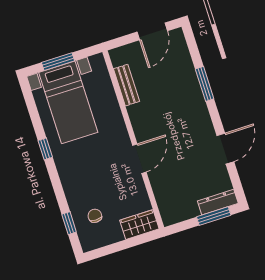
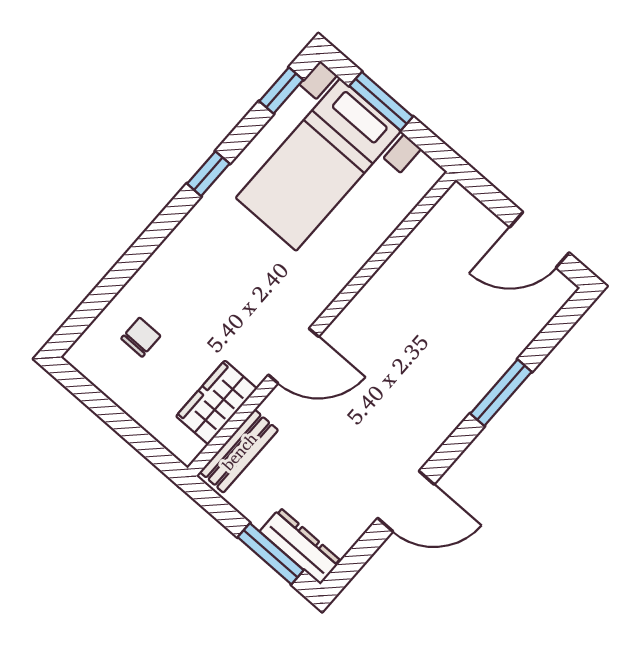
bench: (126, 85) -> (239, 451), moved
window: (69, 223) -> (281, 90), moved
wardrobe: (139, 225) -> (217, 402), moved, turned -90

